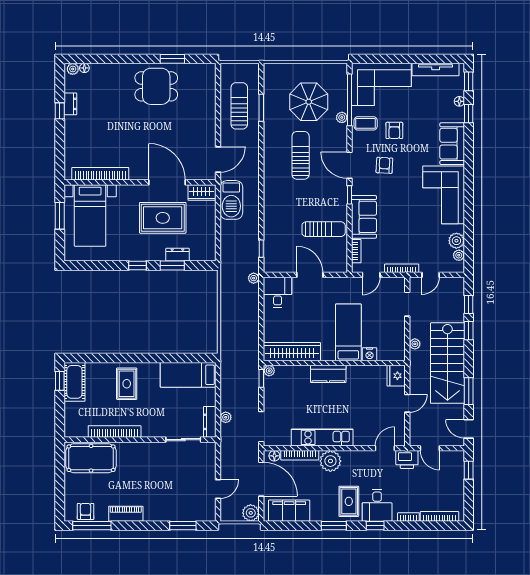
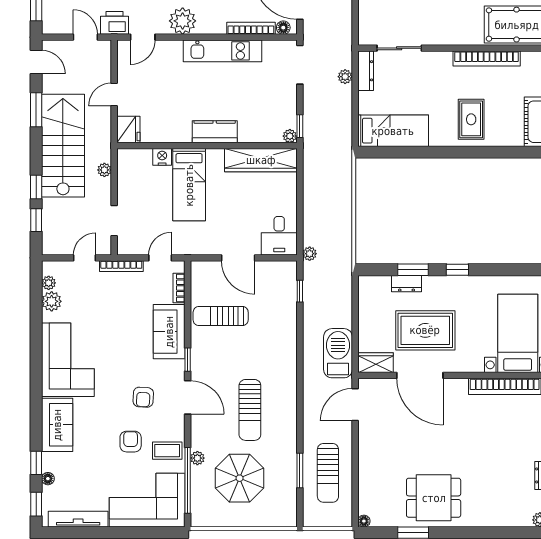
floor lamp: (84, 68) -> (364, 521), moved
plant: (330, 461) -> (183, 21), moved

